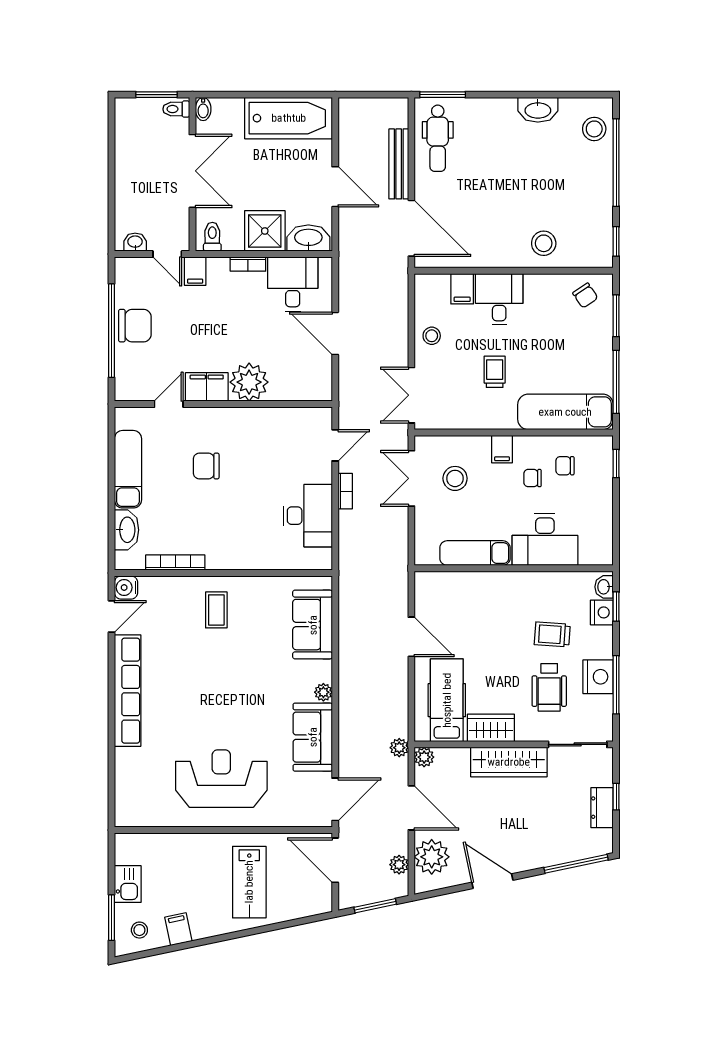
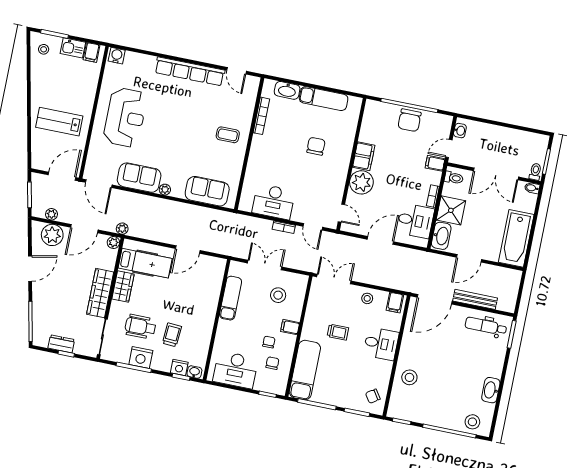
filing cabinet: (462, 289) -> (395, 303), moved, turned -90
door: (169, 404) -> (341, 213), moved
double door: (411, 478) -> (265, 265), moved
desk: (545, 540) -> (236, 370), moved, turned -90
water cooler: (126, 587) -> (117, 56), moved
filing cabinet: (178, 929) -> (92, 52), moved, turned 102

